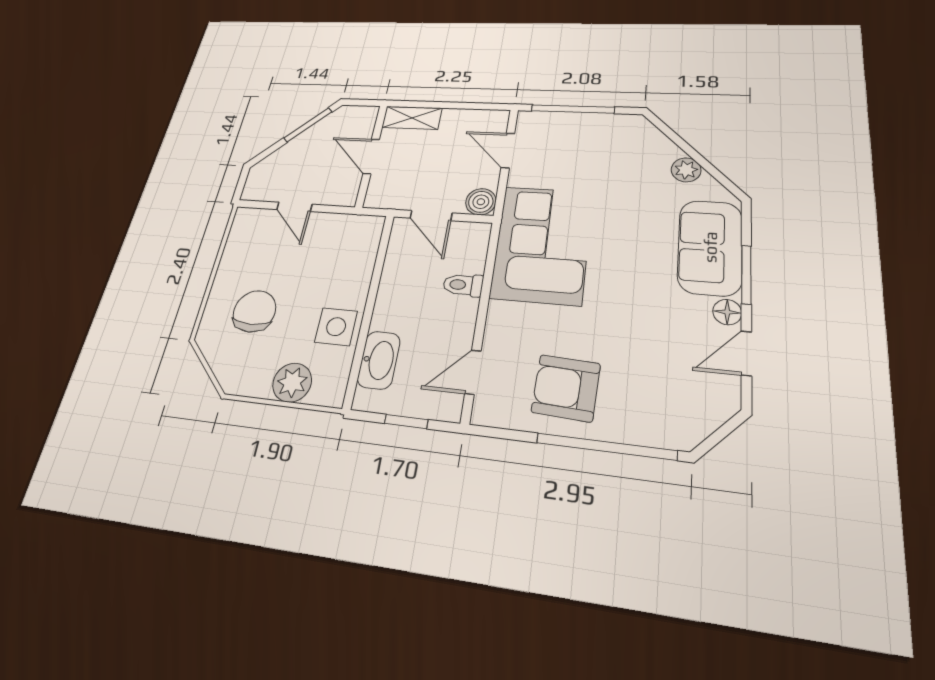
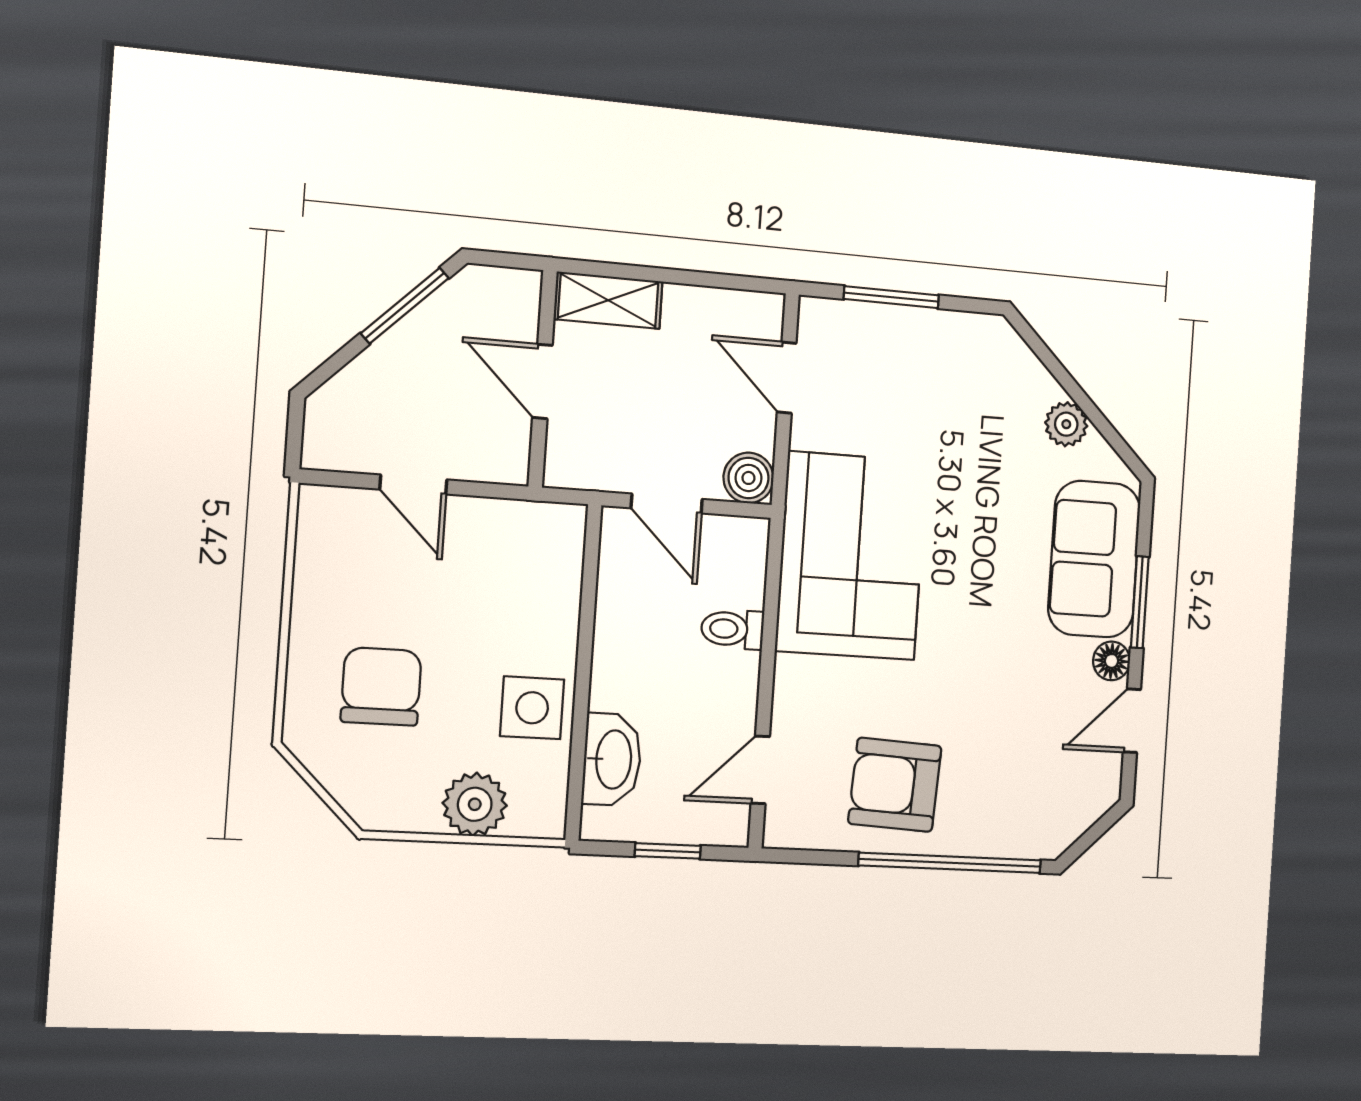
window: (573, 109) -> (891, 297), width x0.69

